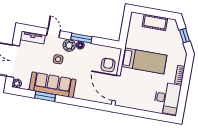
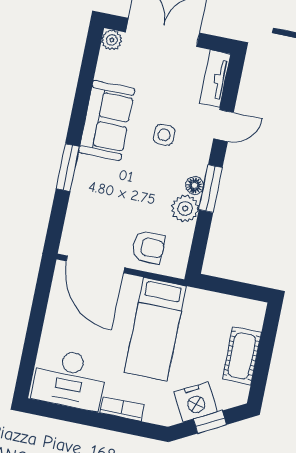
nightstand: (176, 42) -> (196, 402), added
plant: (69, 45) -> (185, 208), moved
sofa: (53, 85) -> (107, 121), width x0.73
door: (116, 88) -> (95, 264), swing flipped
window: (45, 96) -> (68, 168), moved

